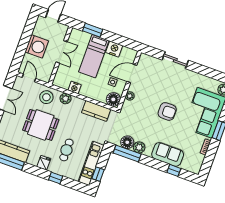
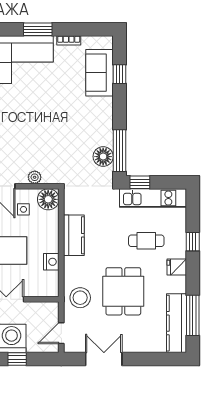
window: (23, 45) -> (17, 359), added
plant: (66, 98) -> (72, 269), removed
kitchen counter: (96, 111) -> (74, 235), moved
armchair: (167, 111) -> (37, 115), removed
plant: (139, 147) -> (104, 137), removed
sofa: (168, 154) -> (100, 73), moved
window: (98, 174) -> (140, 182), moved

